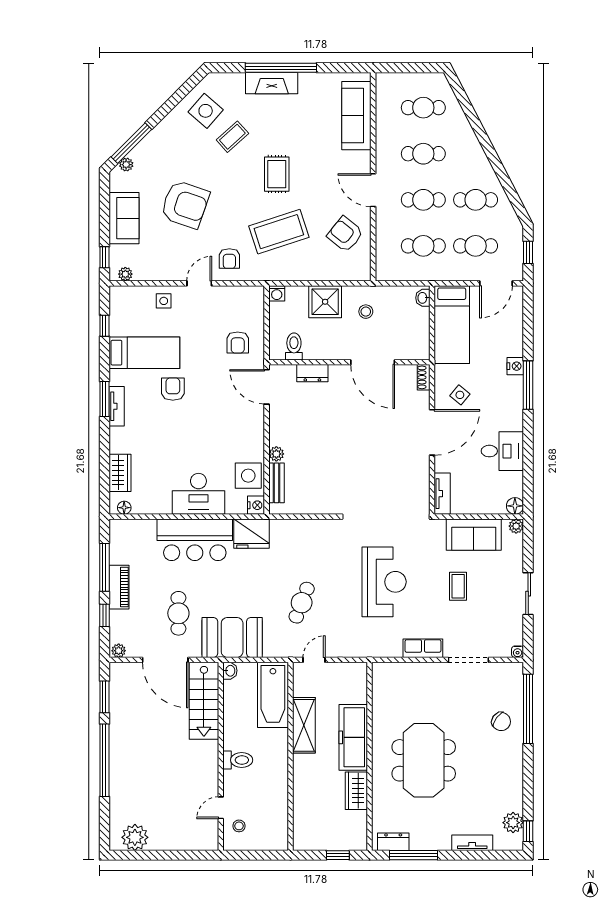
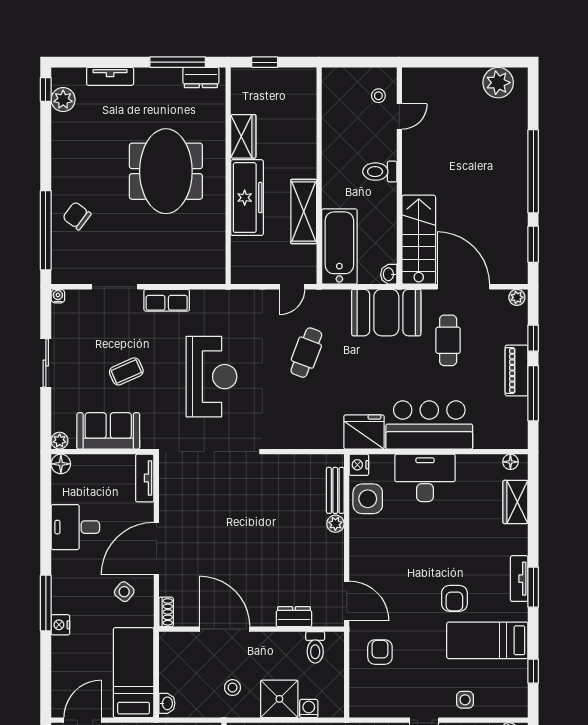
washing machine: (277, 293) -> (309, 708), moved
reception desk: (384, 582) -> (212, 377), turned 180
coffee table: (458, 586) -> (126, 371), turned 66

